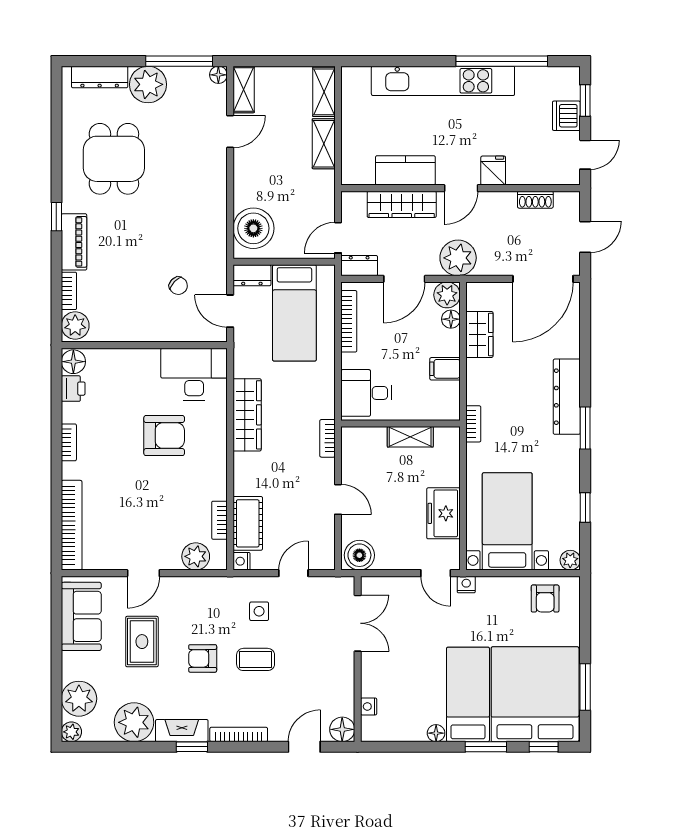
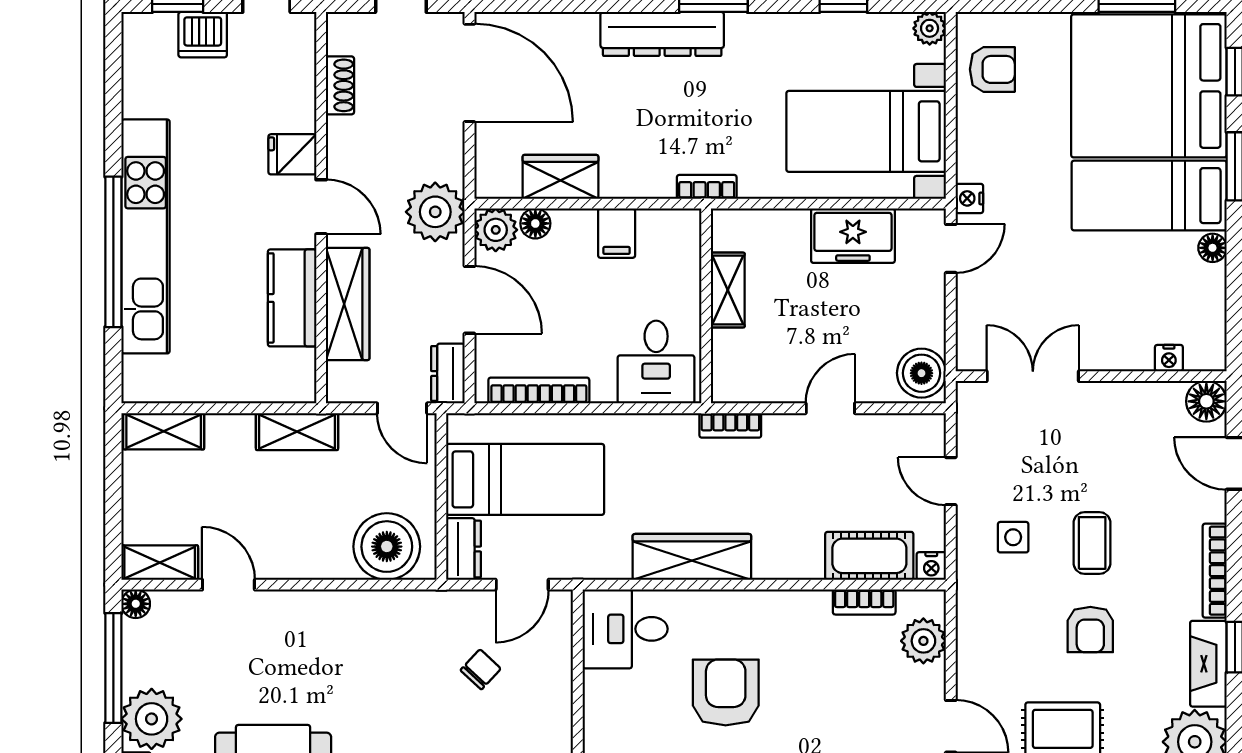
window: (502, 61) -> (113, 252), moved
shelving: (324, 144) -> (297, 432), moved
desk: (194, 374) -> (625, 629), width x0.73

